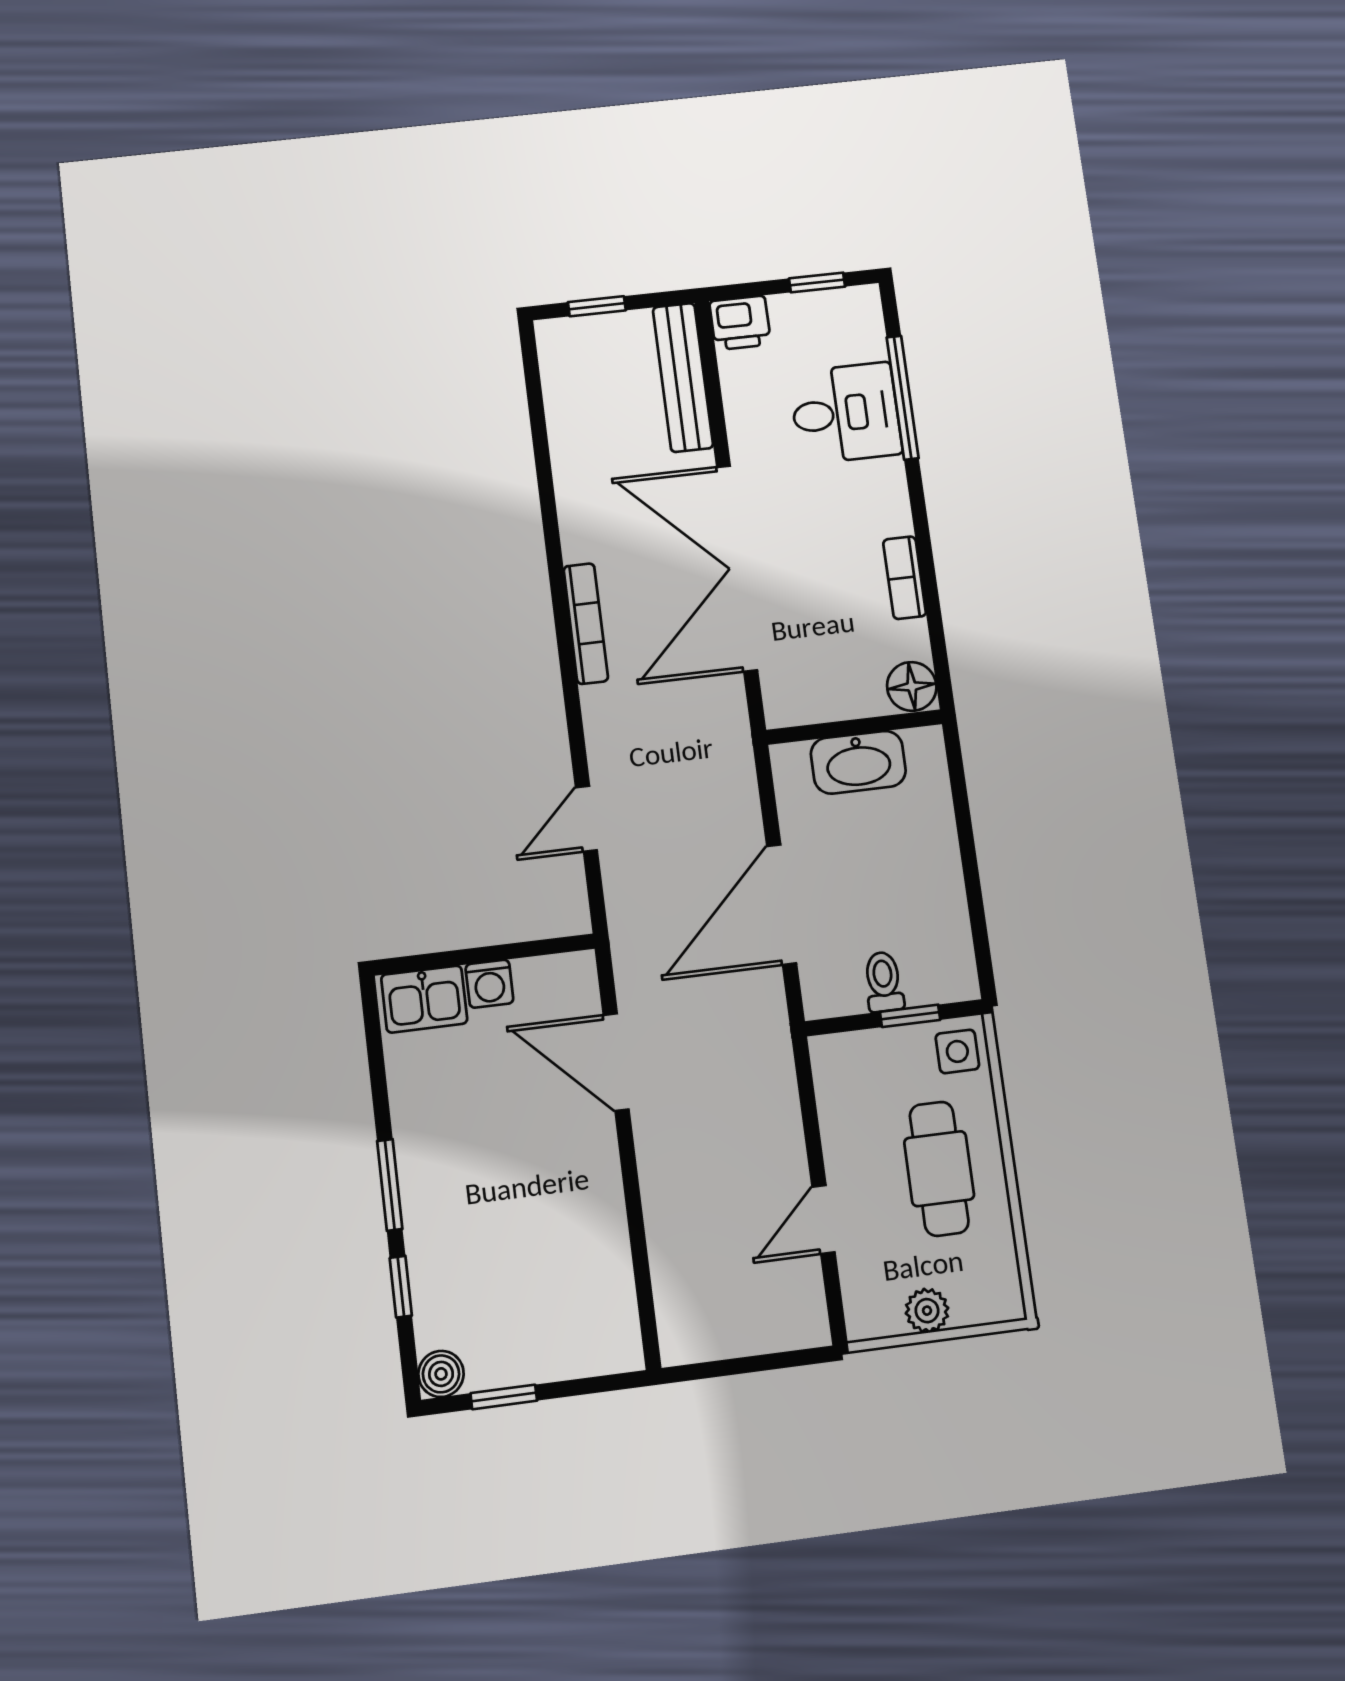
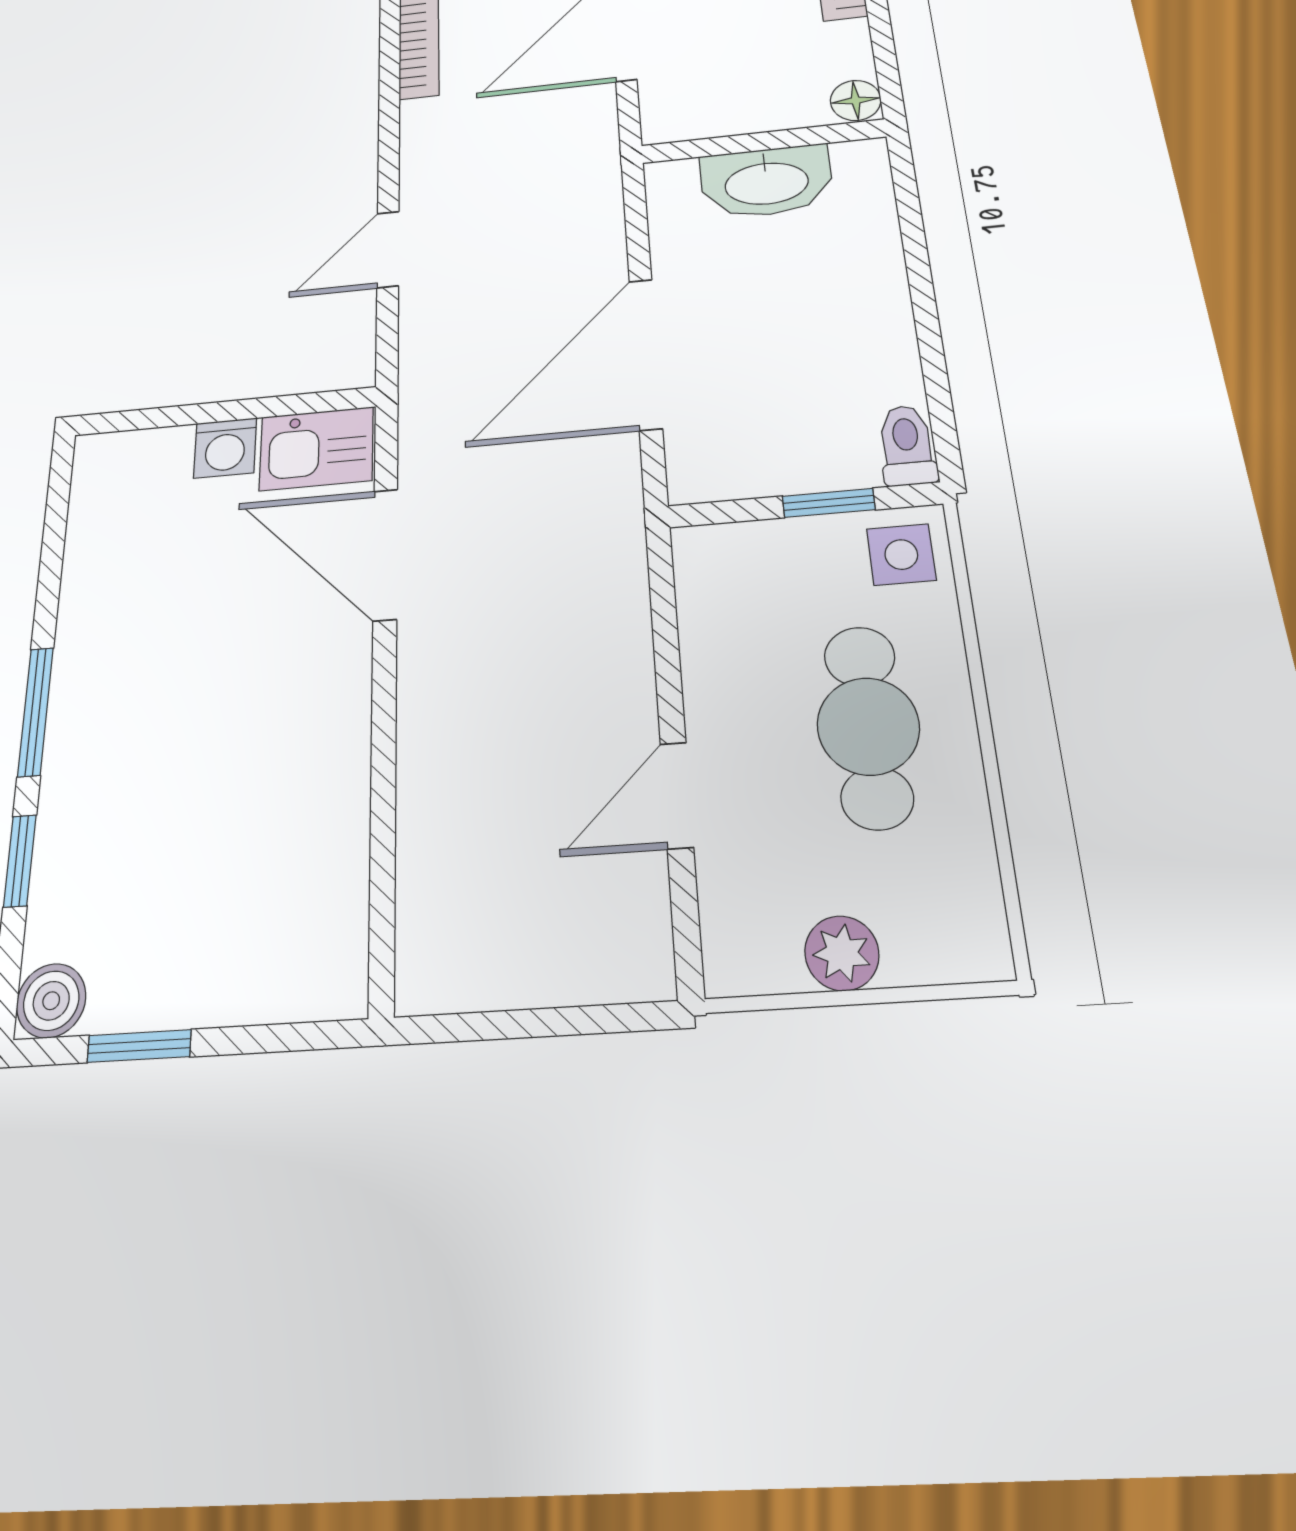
floor lamp: (912, 686) -> (856, 100), width x0.73, depth x0.73
toilet: (884, 982) -> (907, 445), moved
kitchen sink: (424, 999) -> (316, 448), moved

